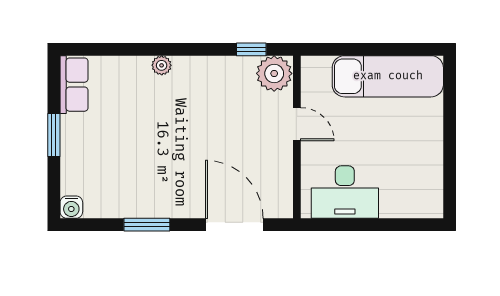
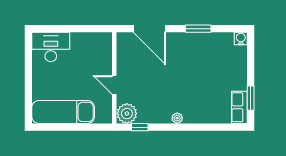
plant: (162, 65) -> (177, 118), moved
window: (54, 135) -> (251, 98), moved
desk: (345, 192) -> (51, 47), moved

